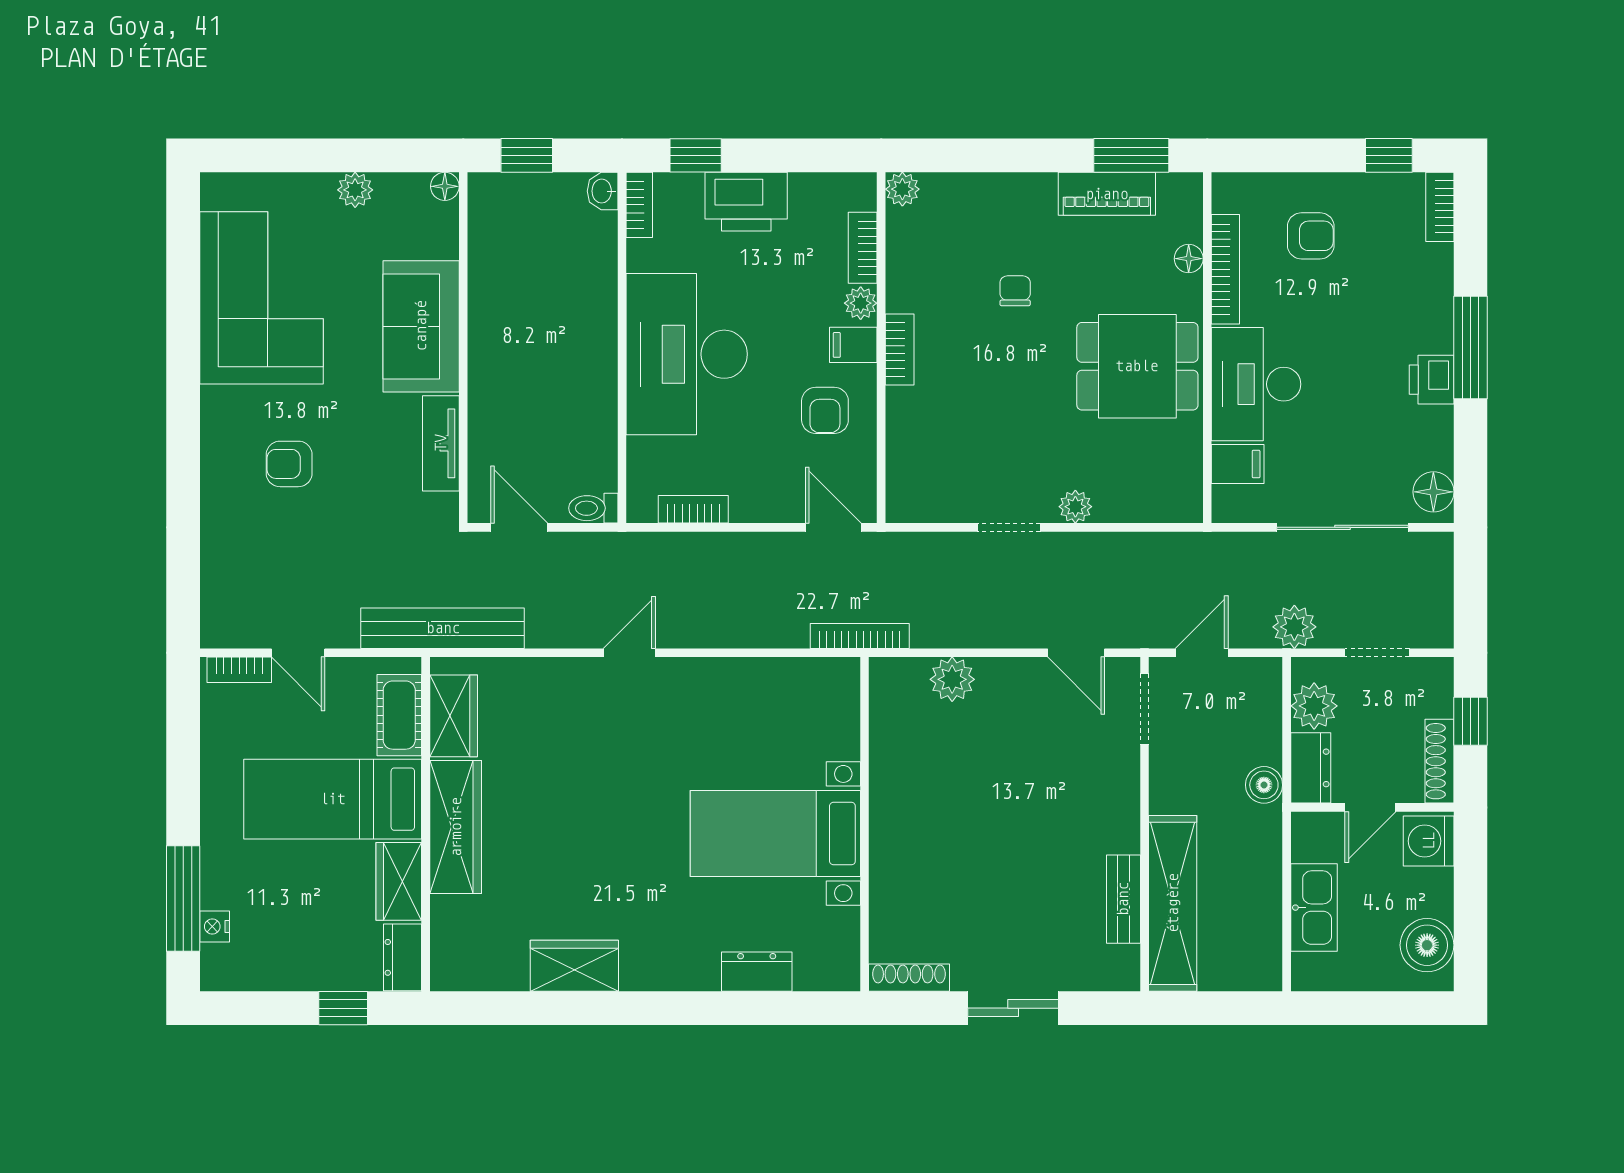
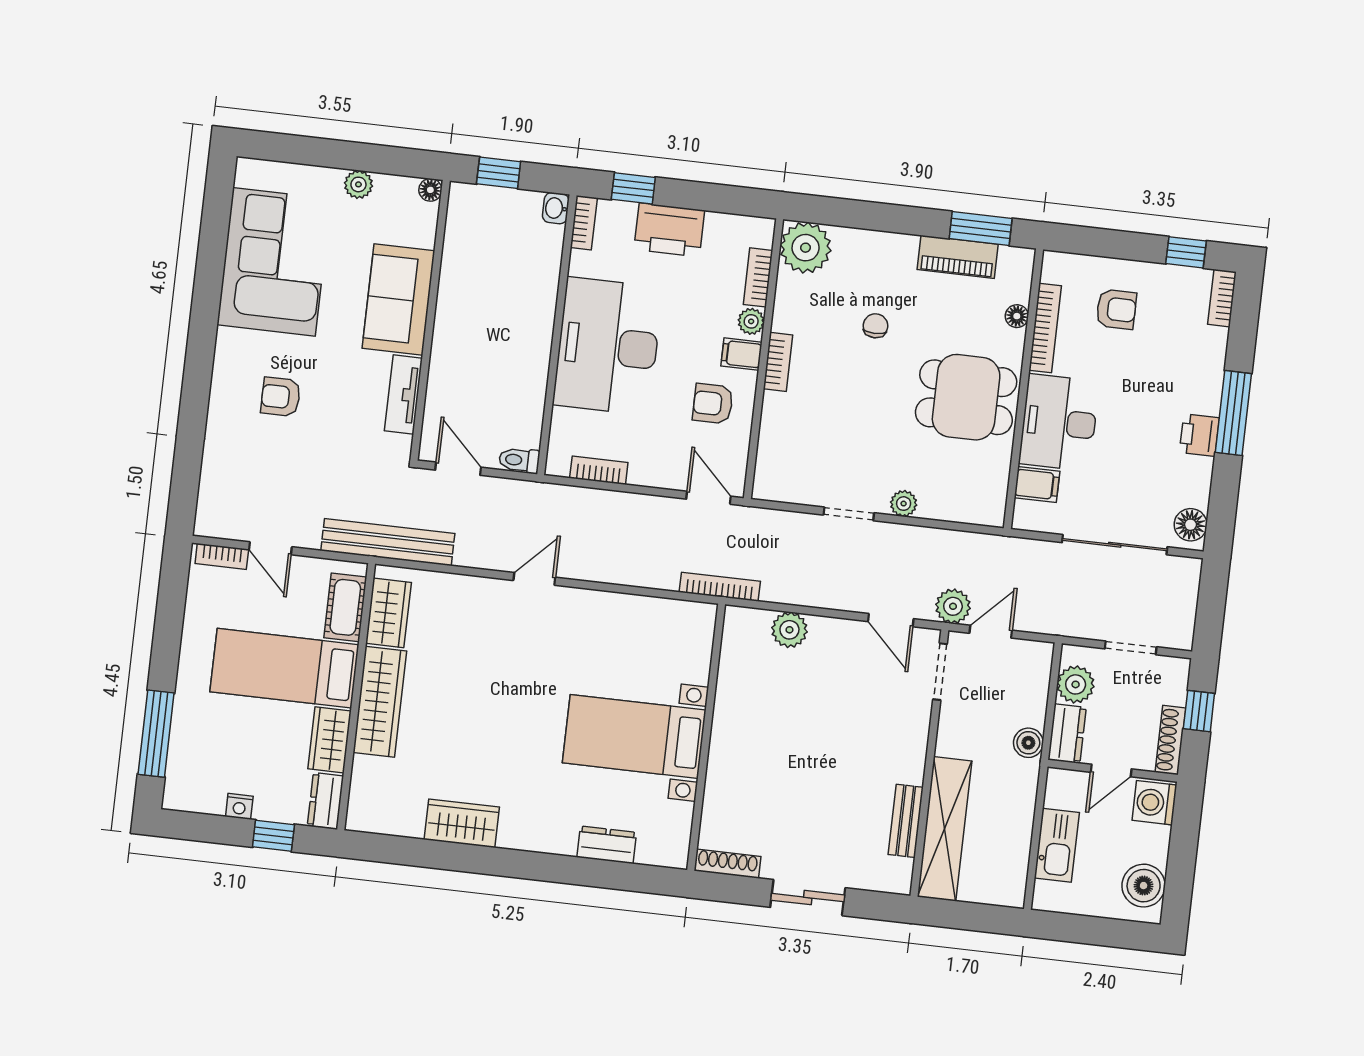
plant: (902, 189) -> (806, 248), width x1.87, depth x1.87
armchair: (825, 410) -> (713, 404), turned 90
plant: (1294, 627) -> (953, 606), moved
nightstand: (215, 926) -> (239, 806), moved, turned -90

